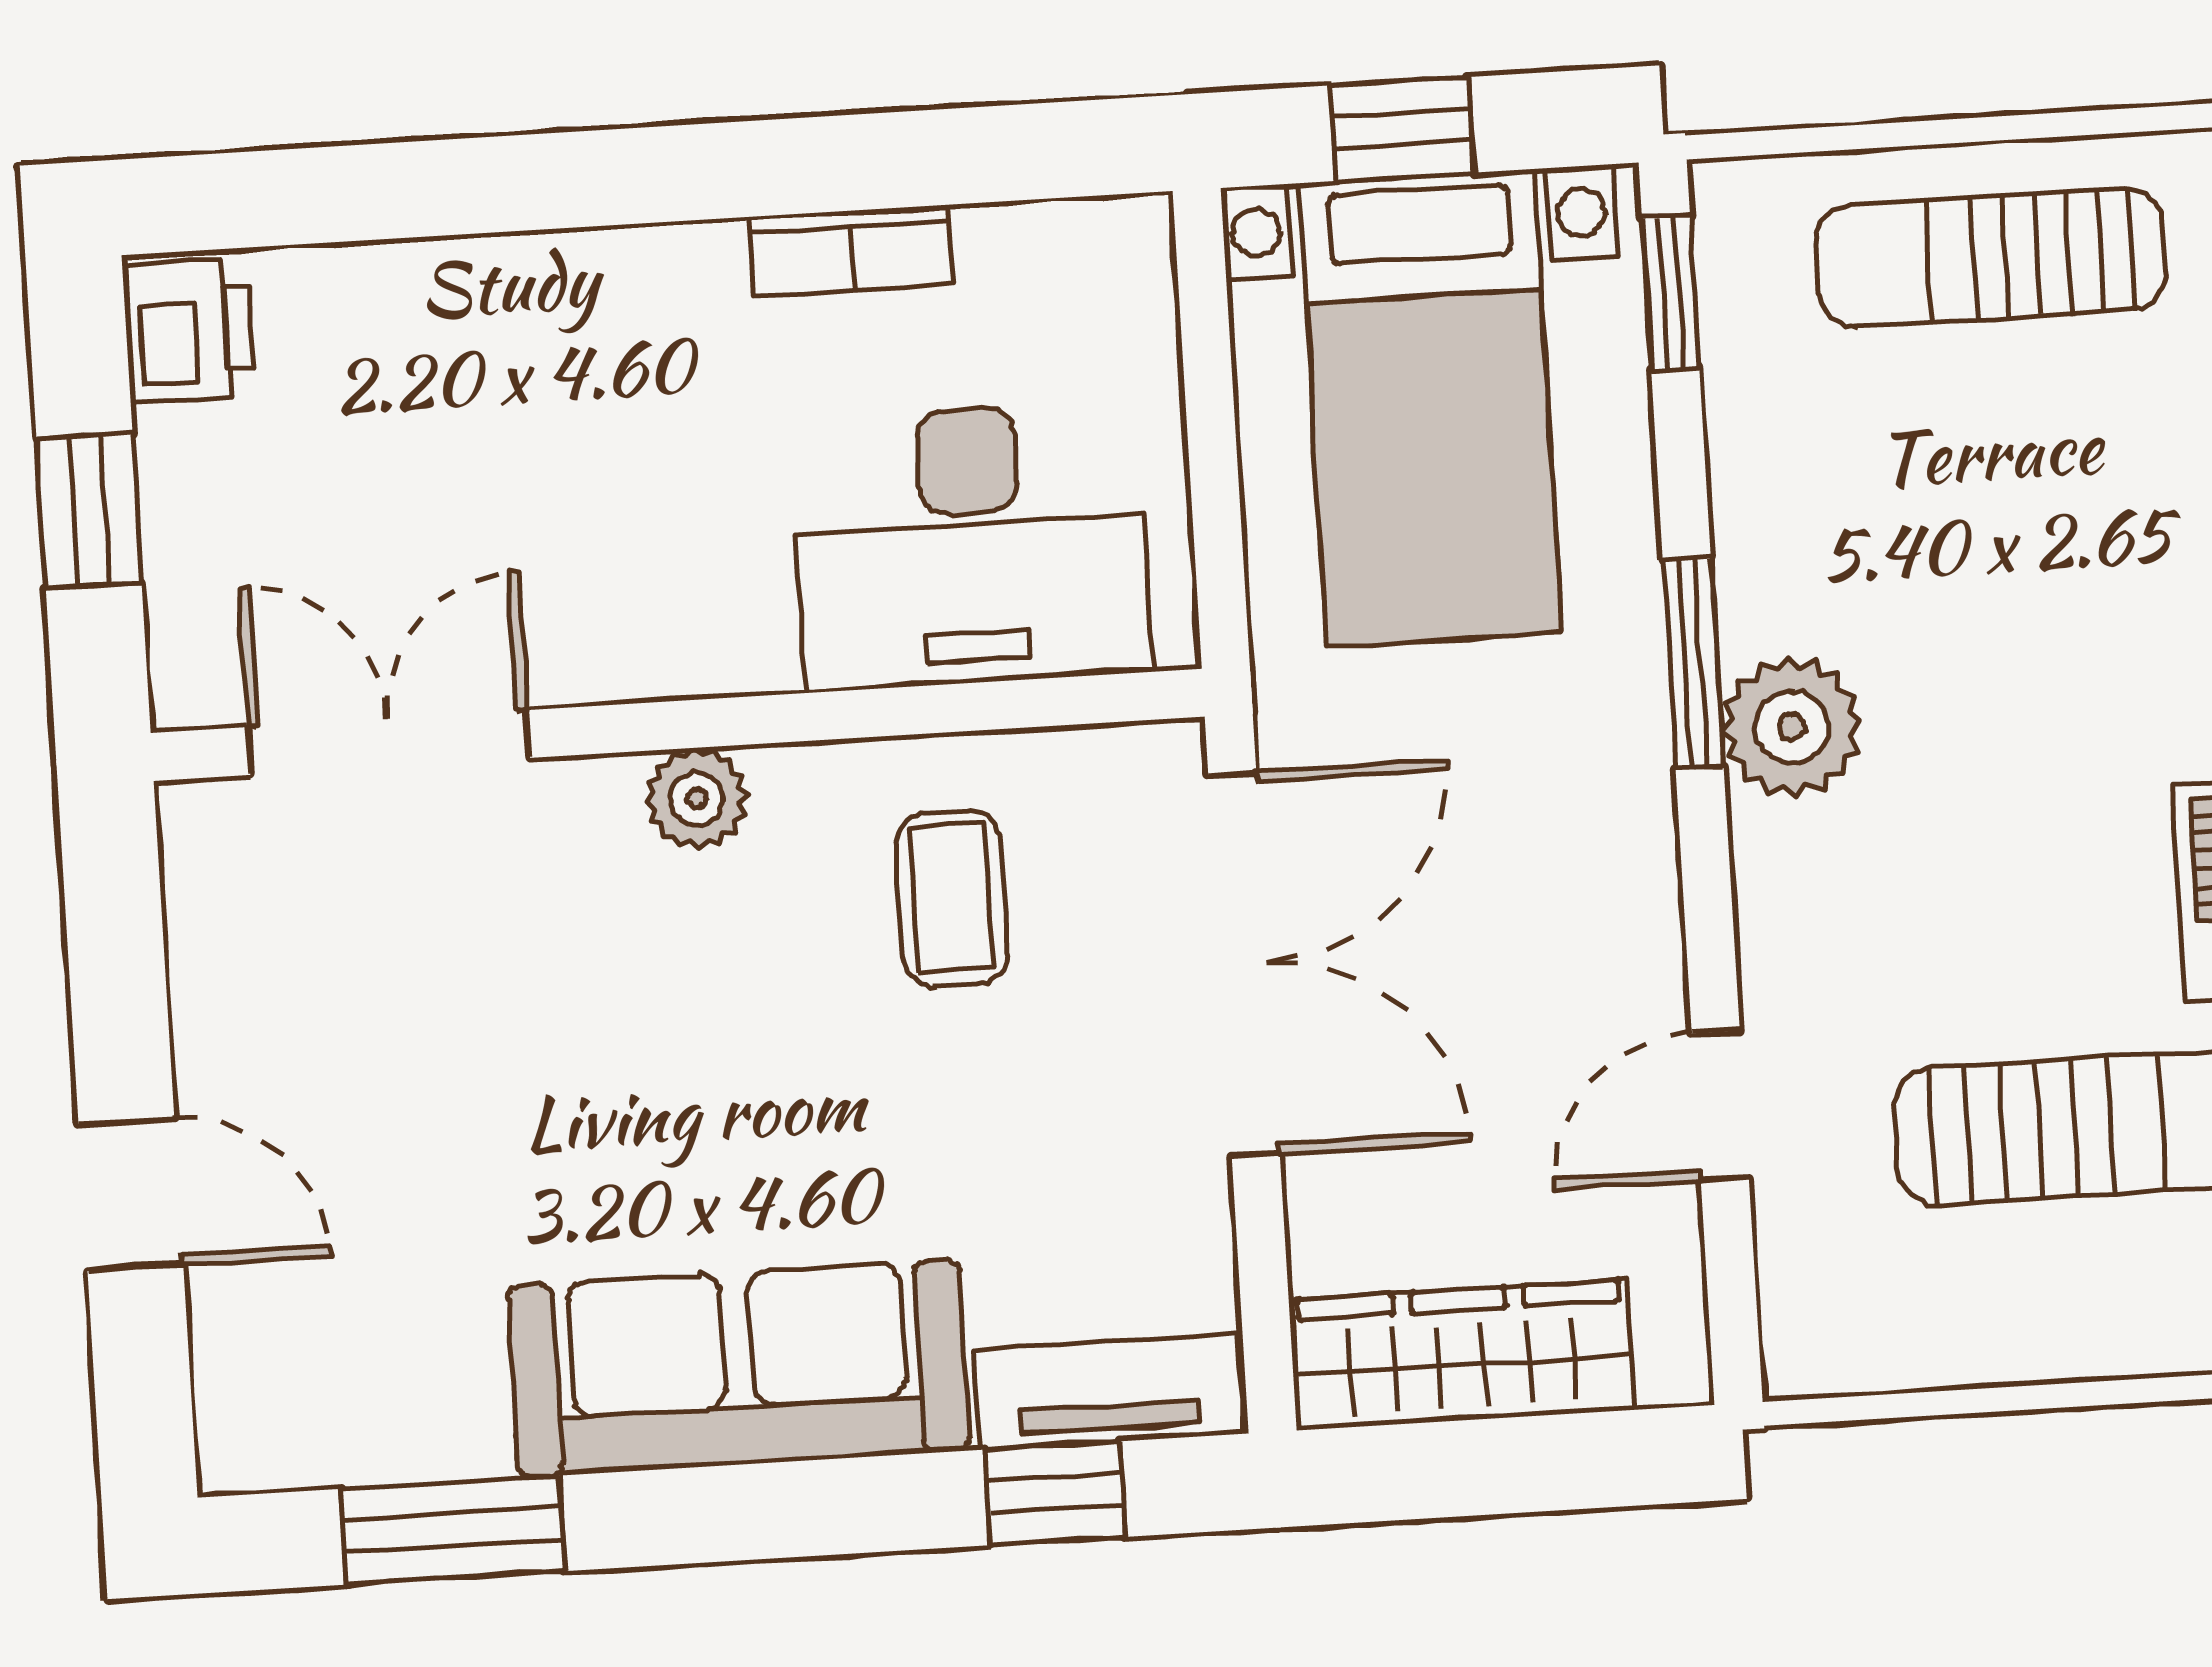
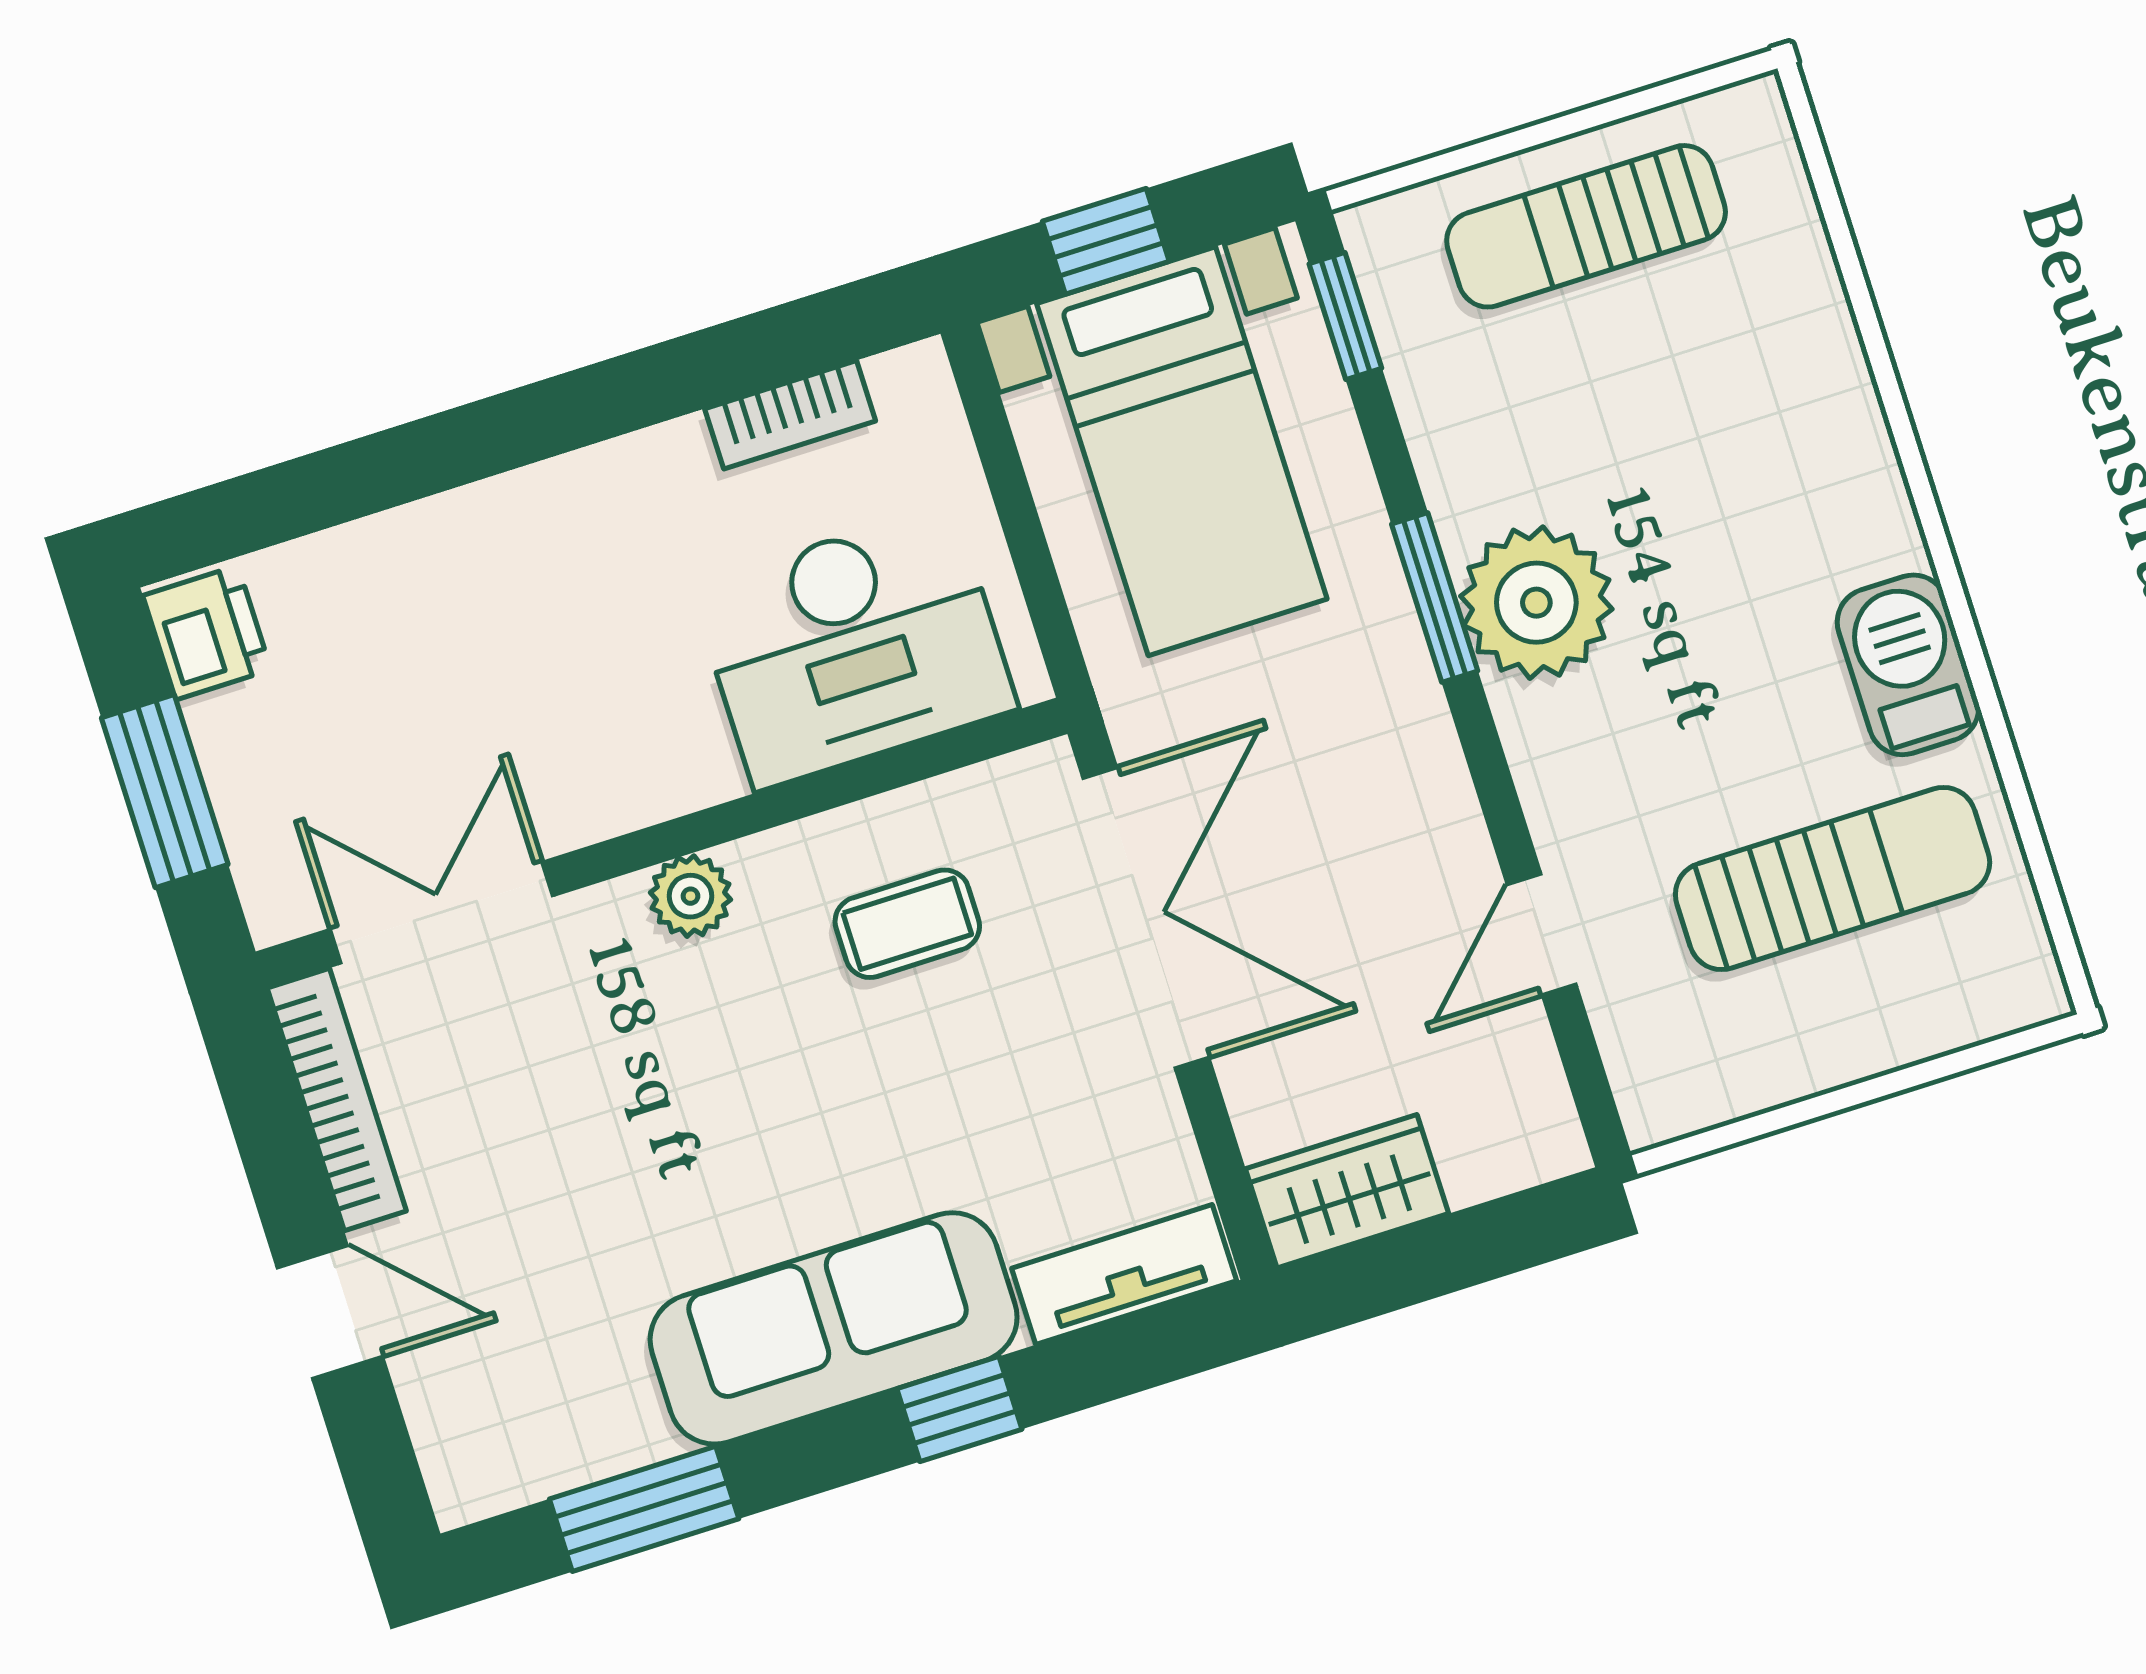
bookcase: (852, 251) -> (790, 415), moved
window: (89, 510) -> (165, 791), width x1.50
plant: (1791, 727) -> (1536, 603), width x1.36, depth x1.36
coffee table: (952, 899) -> (907, 924), turned 90
bookcase: (204, 938) -> (337, 1100), added
wardrobe: (1461, 1355) -> (1347, 1191), width x0.67
window: (1055, 1493) -> (959, 1409), moved

